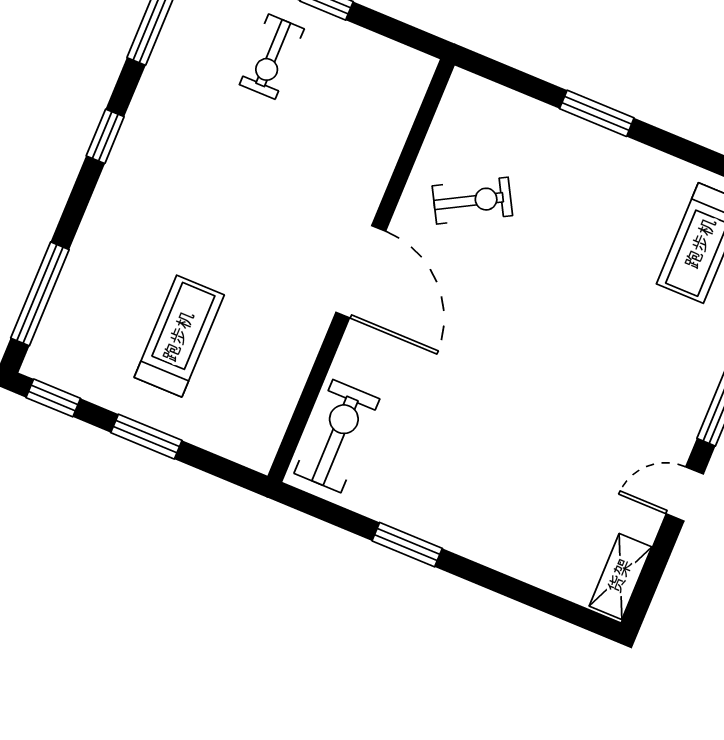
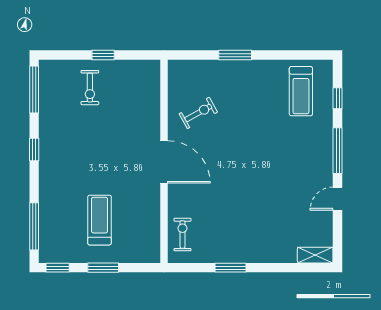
exercise bike: (337, 436) -> (182, 234), width x0.73, depth x0.72
shelving: (620, 576) -> (315, 255), moved, turned 90

